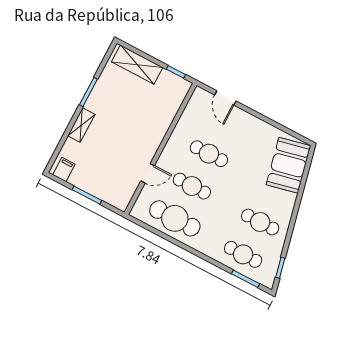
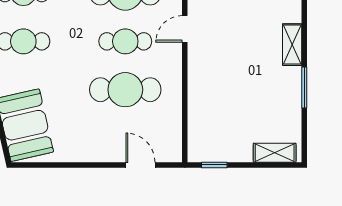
shelving: (137, 65) -> (275, 153), width x0.67, depth x0.75
cafe table: (209, 154) -> (125, 90), width x1.37, depth x1.35

